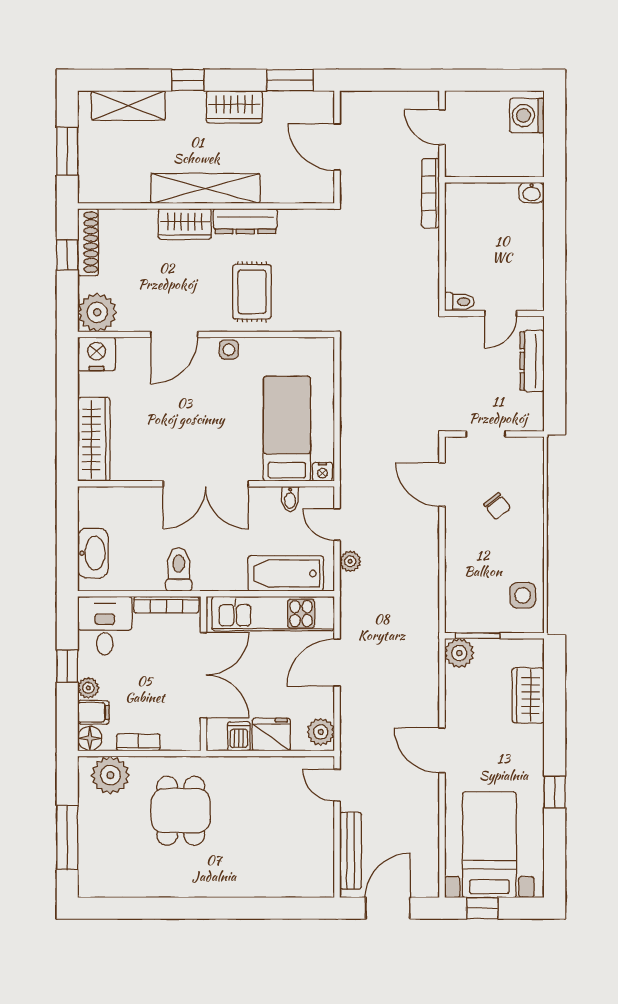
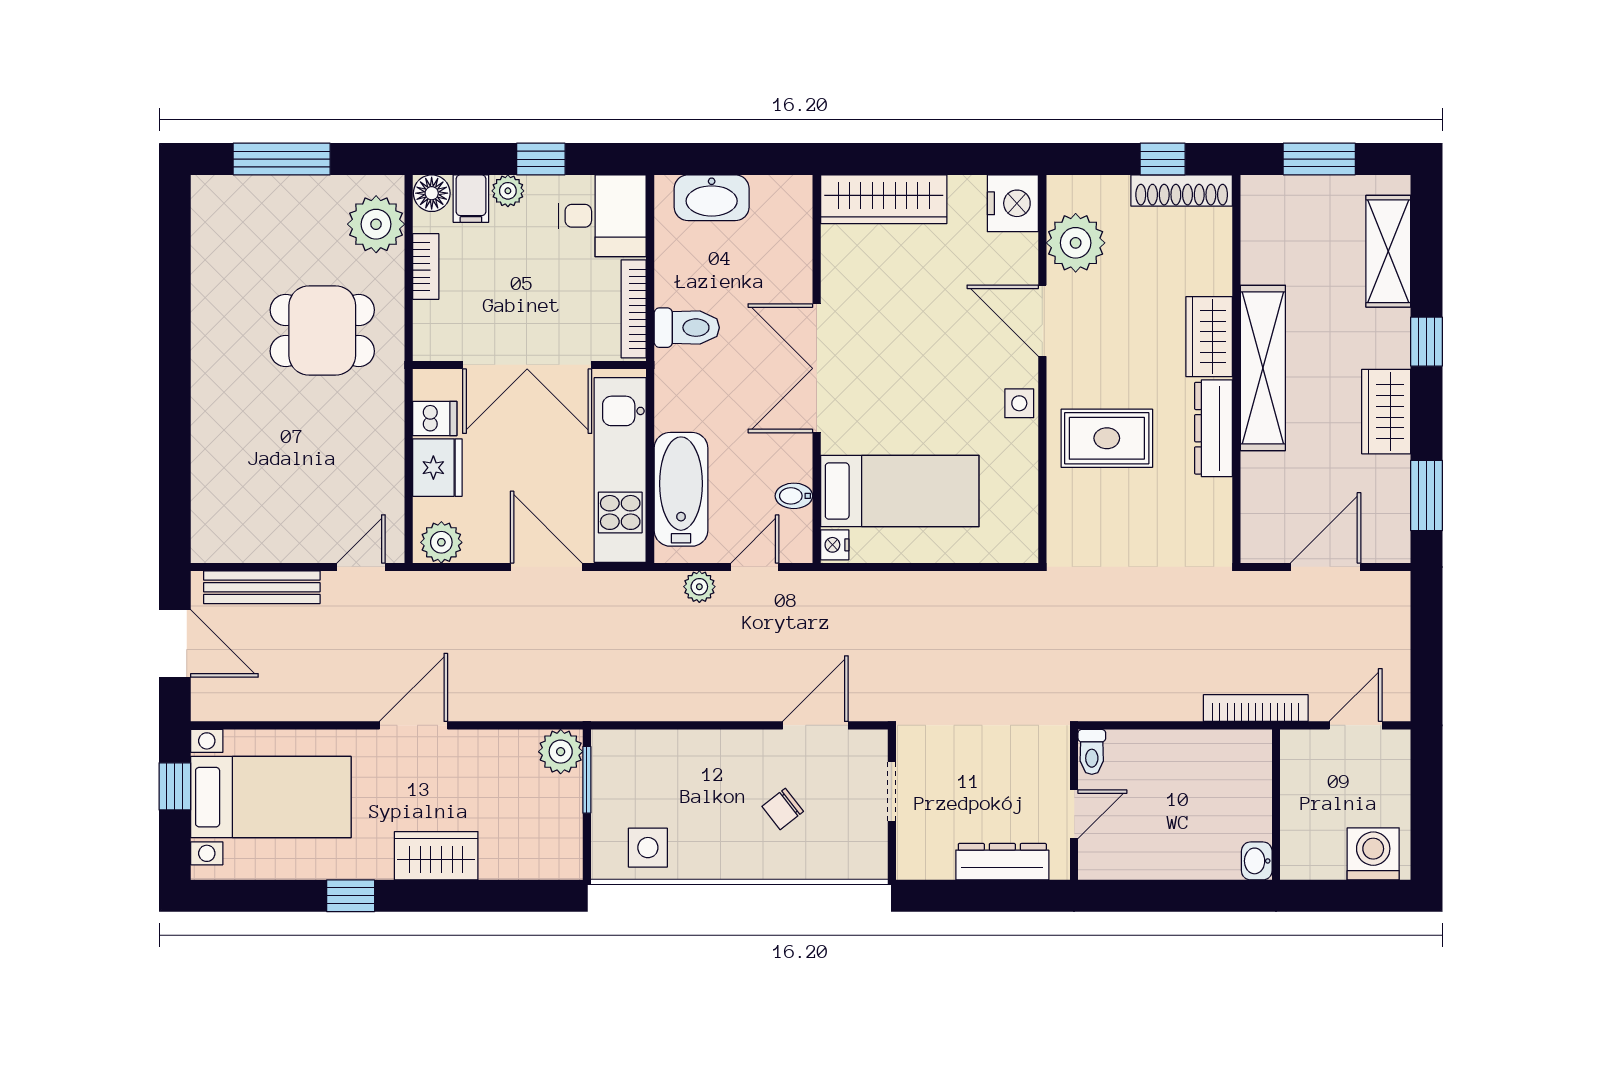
plant: (97, 312) -> (1076, 243), moved
door: (501, 313) -> (1074, 814), swing flipped
wardrobe: (528, 695) -> (436, 856), moved

